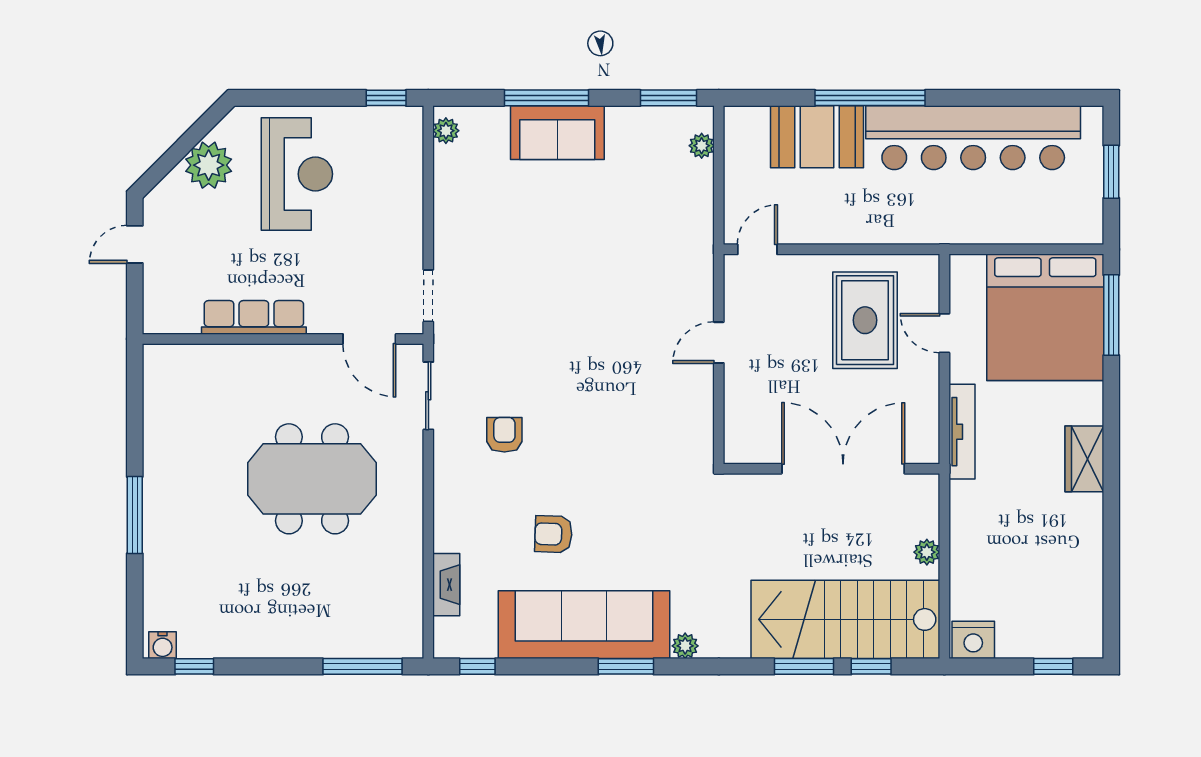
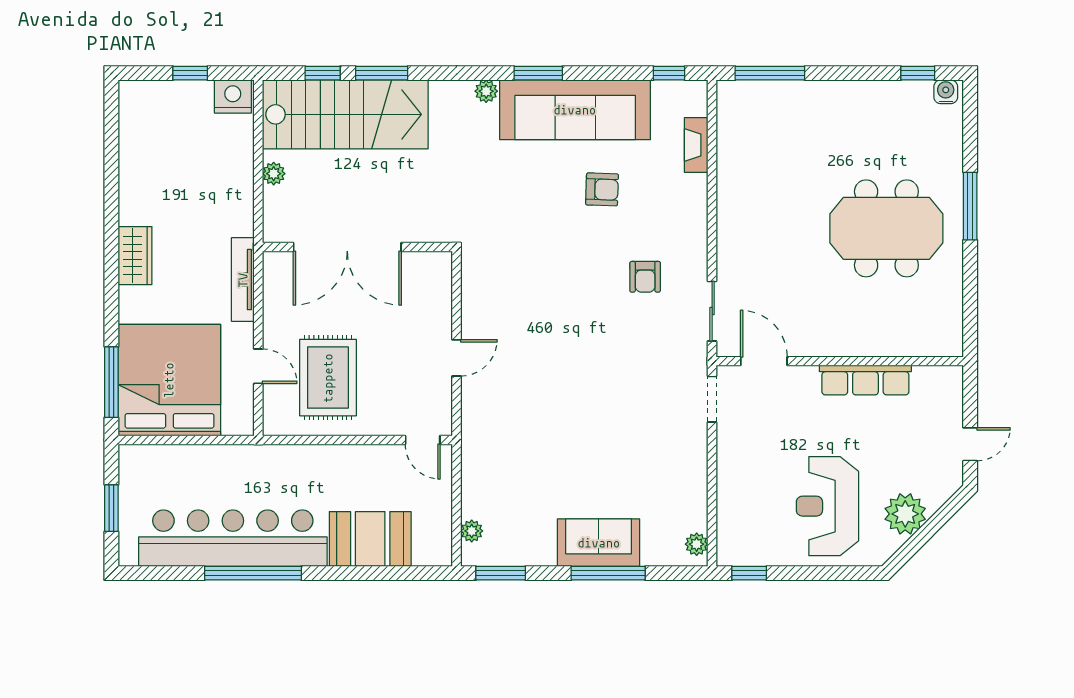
window: (870, 98) -> (253, 573), moved
door: (757, 249) -> (423, 440), hinge flipped
meeting table: (312, 479) -> (886, 228), moved
window: (1053, 666) -> (190, 73), moved

